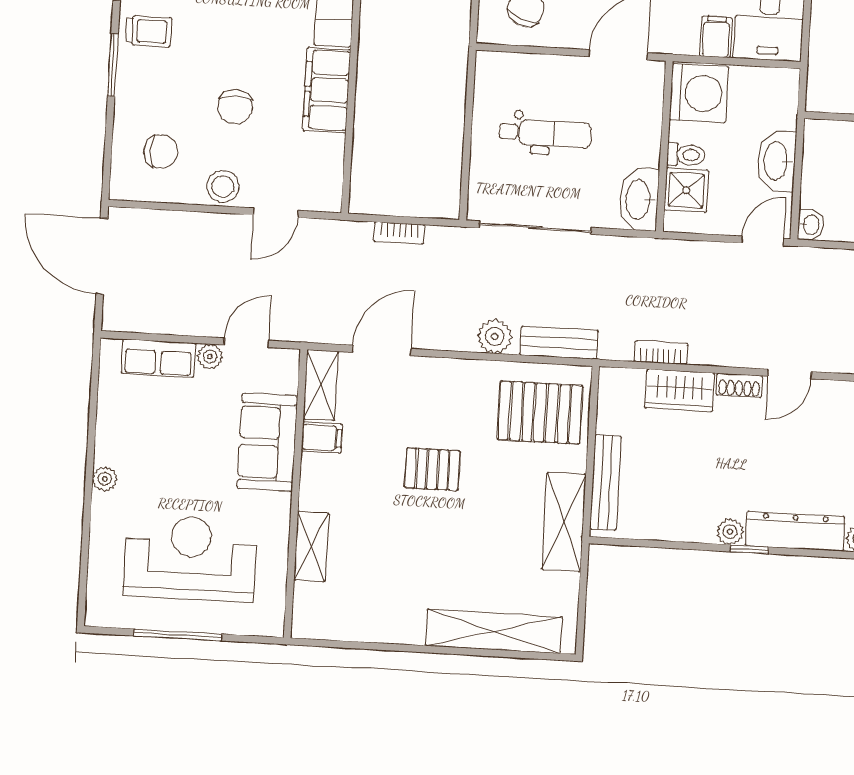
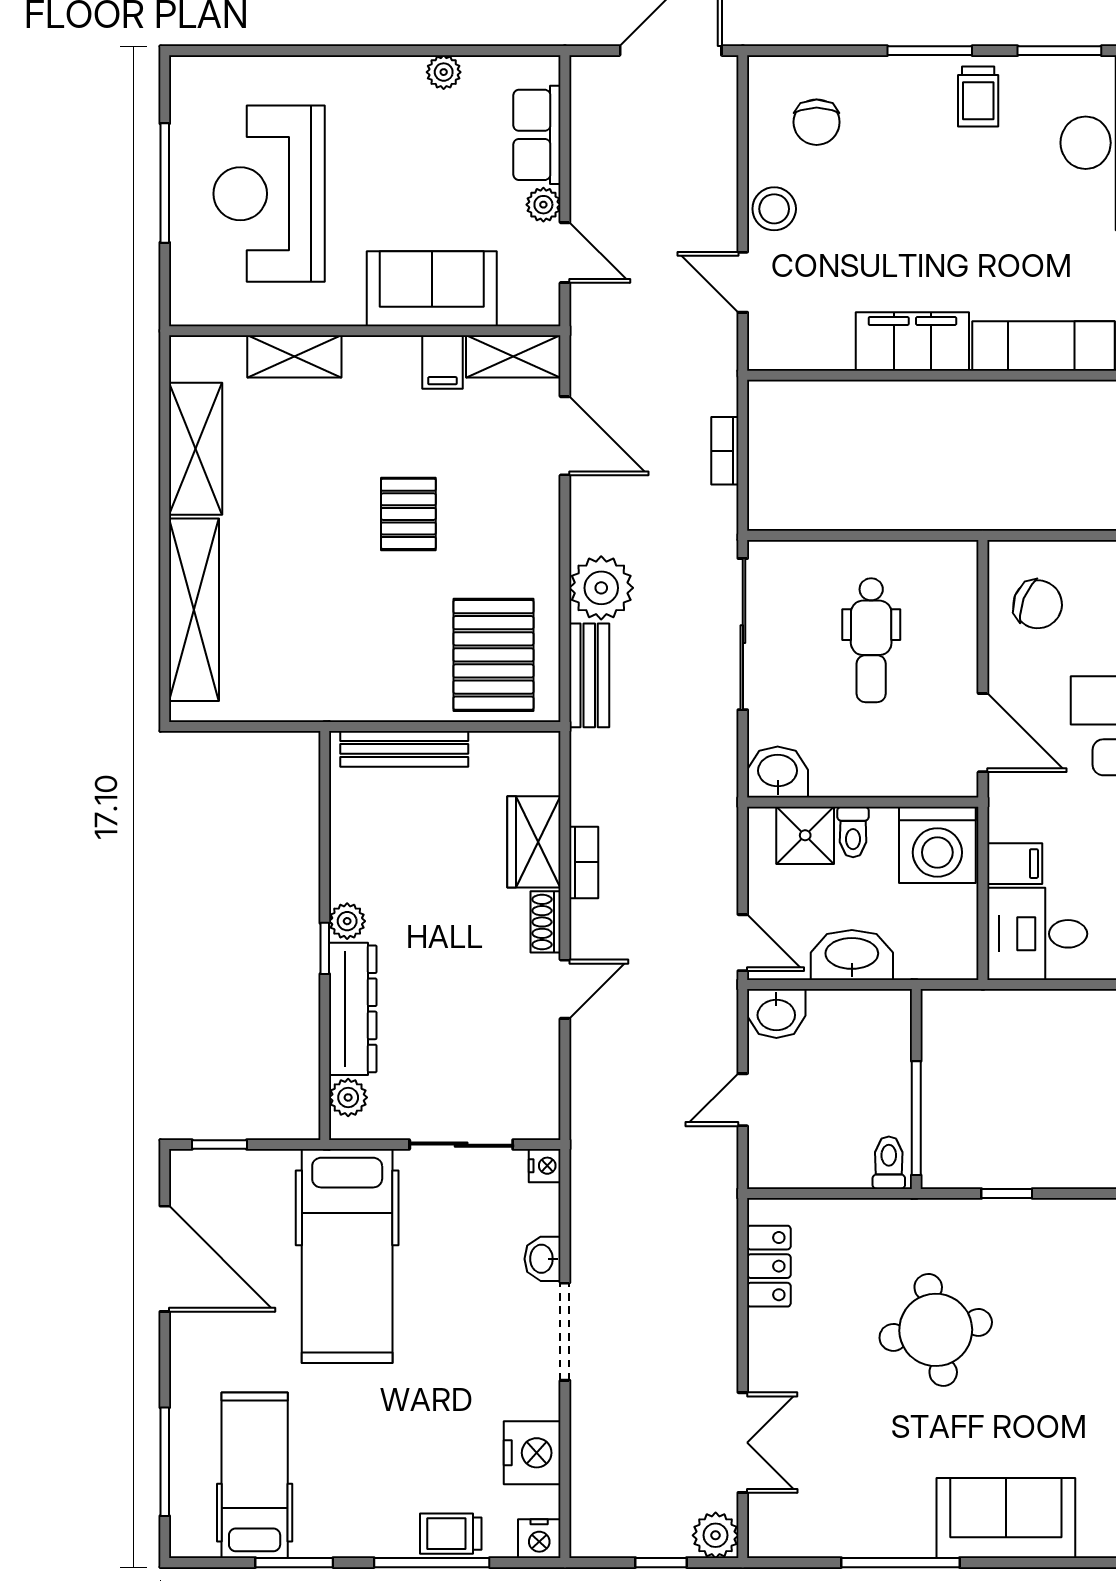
chair: (235, 107) -> (883, 219), removed
washbasin: (639, 199) -> (778, 772), width x0.72
washbasin: (811, 225) -> (776, 1014), width x1.38, depth x1.45
plant: (495, 336) -> (601, 588), width x1.36, depth x1.36
bookcase: (661, 353) -> (584, 862), moved
door: (790, 374) -> (565, 989), swing flipped
plant: (105, 479) -> (444, 72), moved
shelving: (564, 522) -> (196, 449), moved, turned 90
reception desk: (190, 558) -> (269, 194), turned 180

